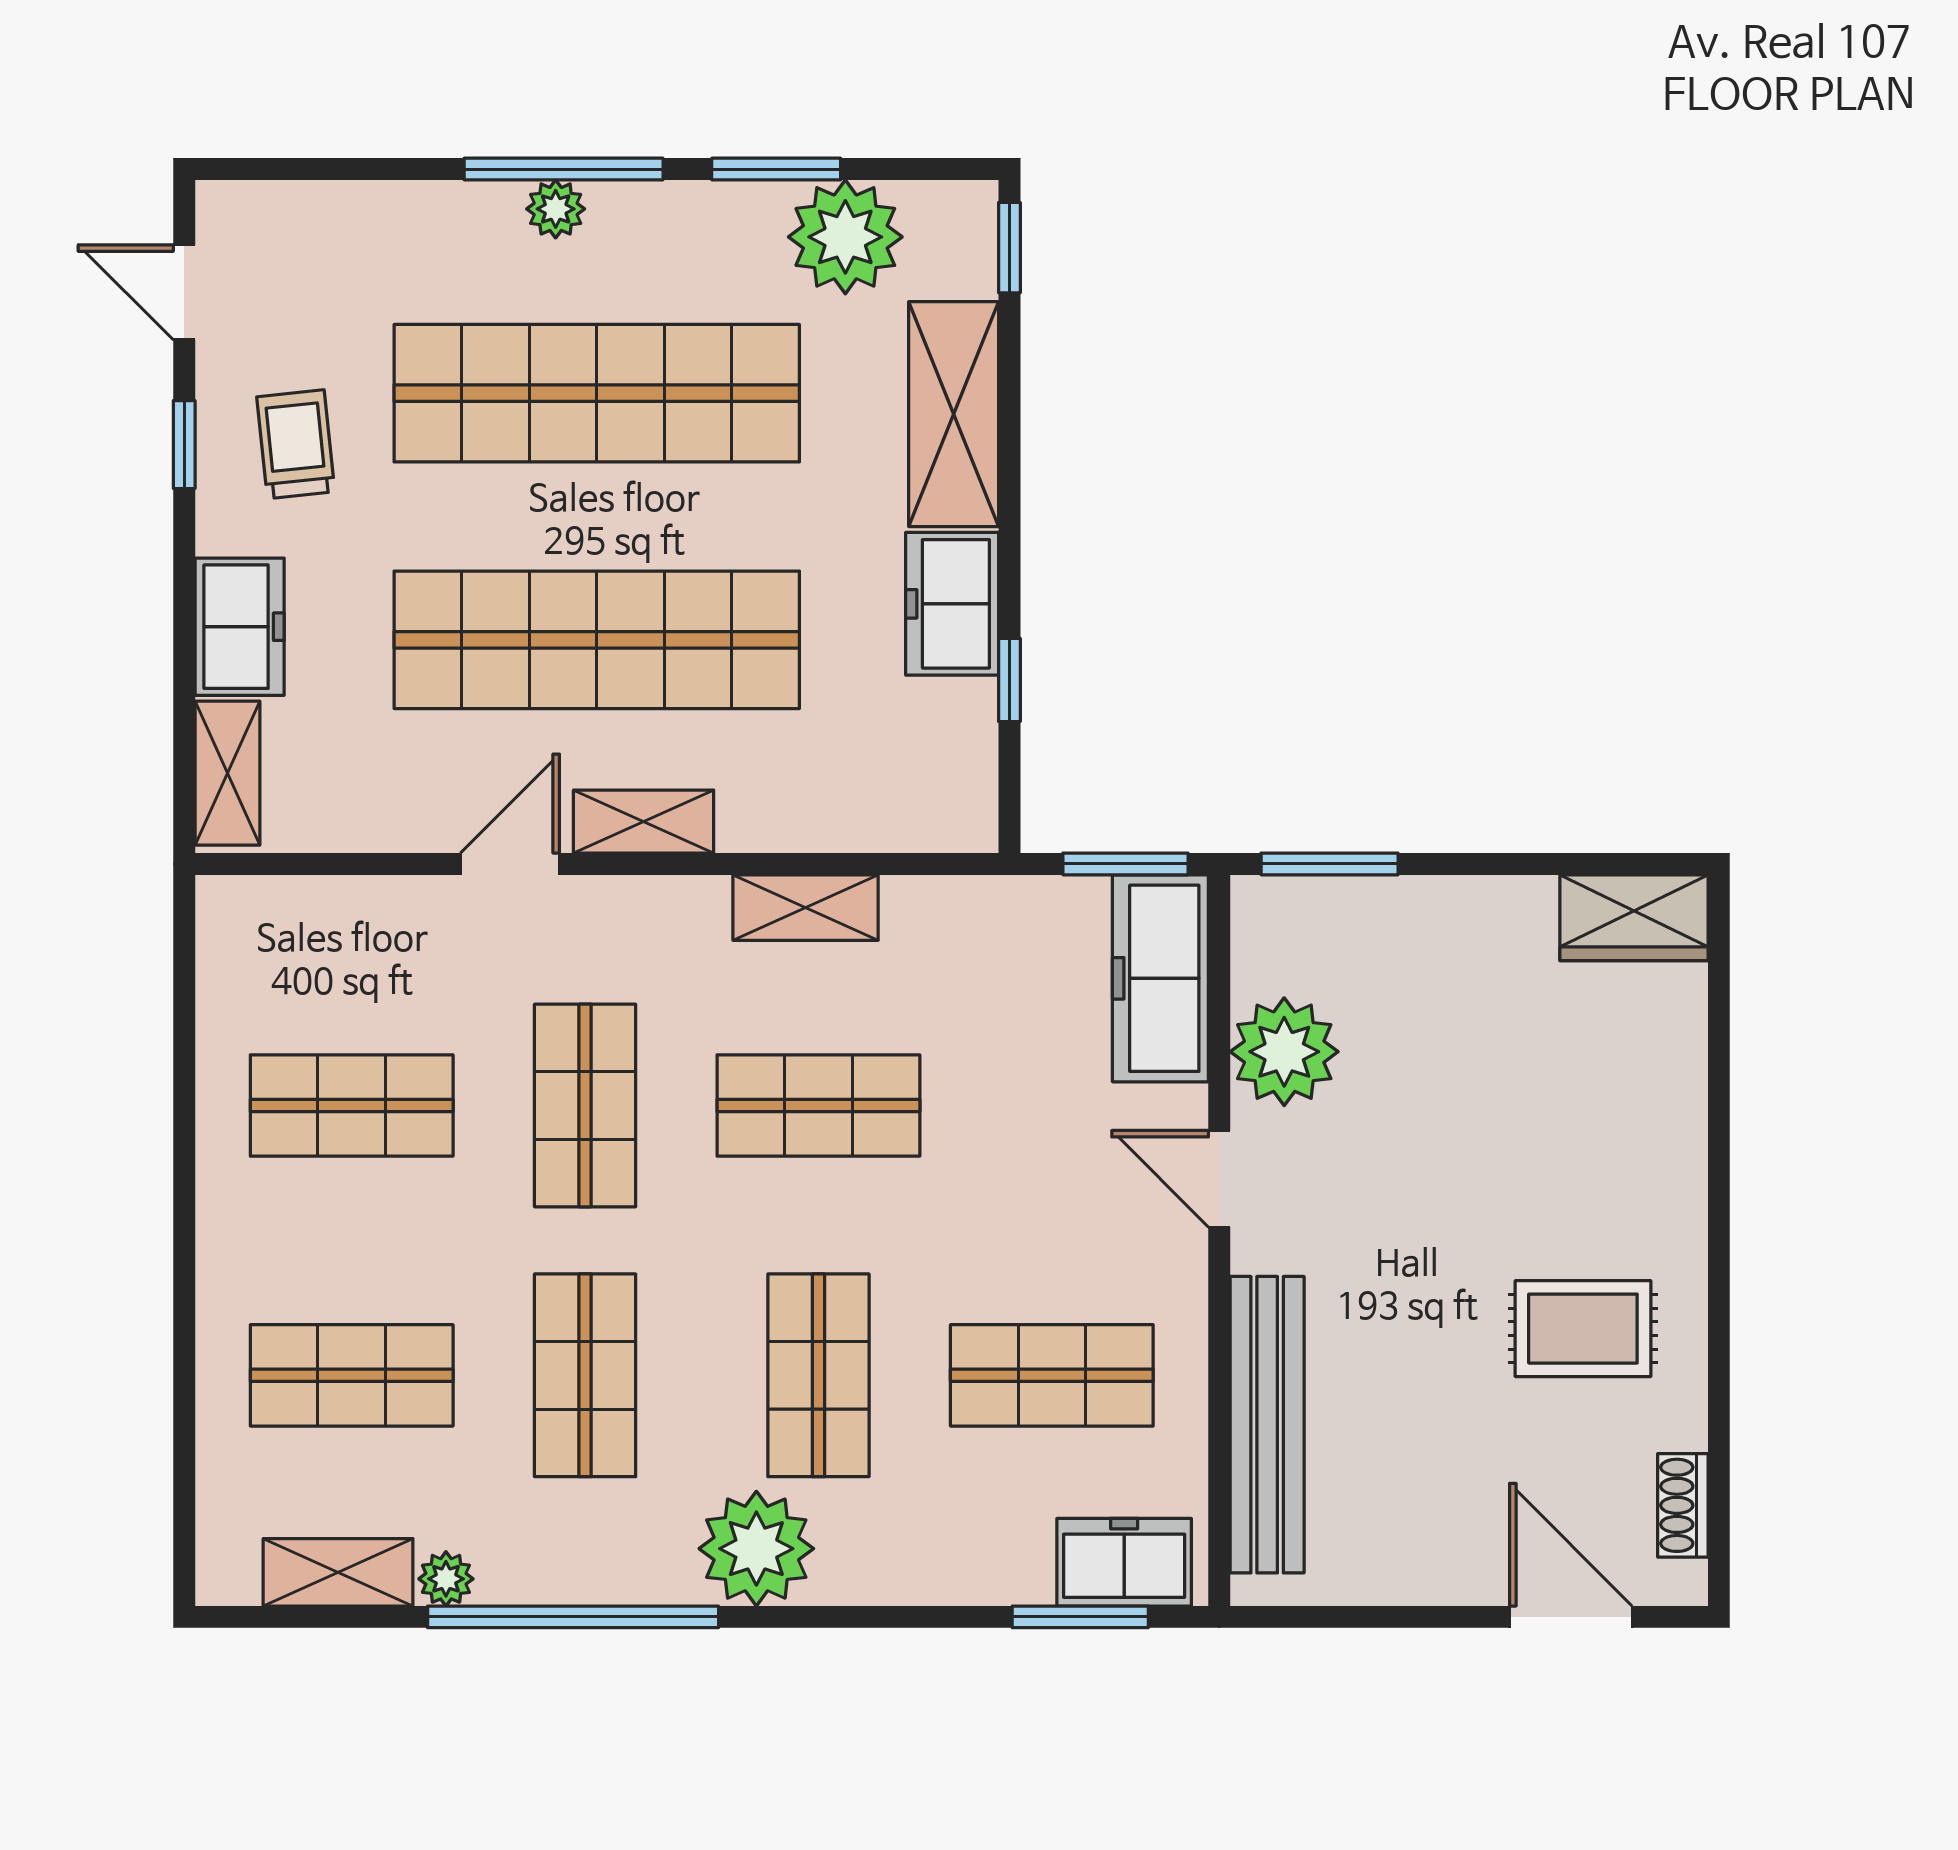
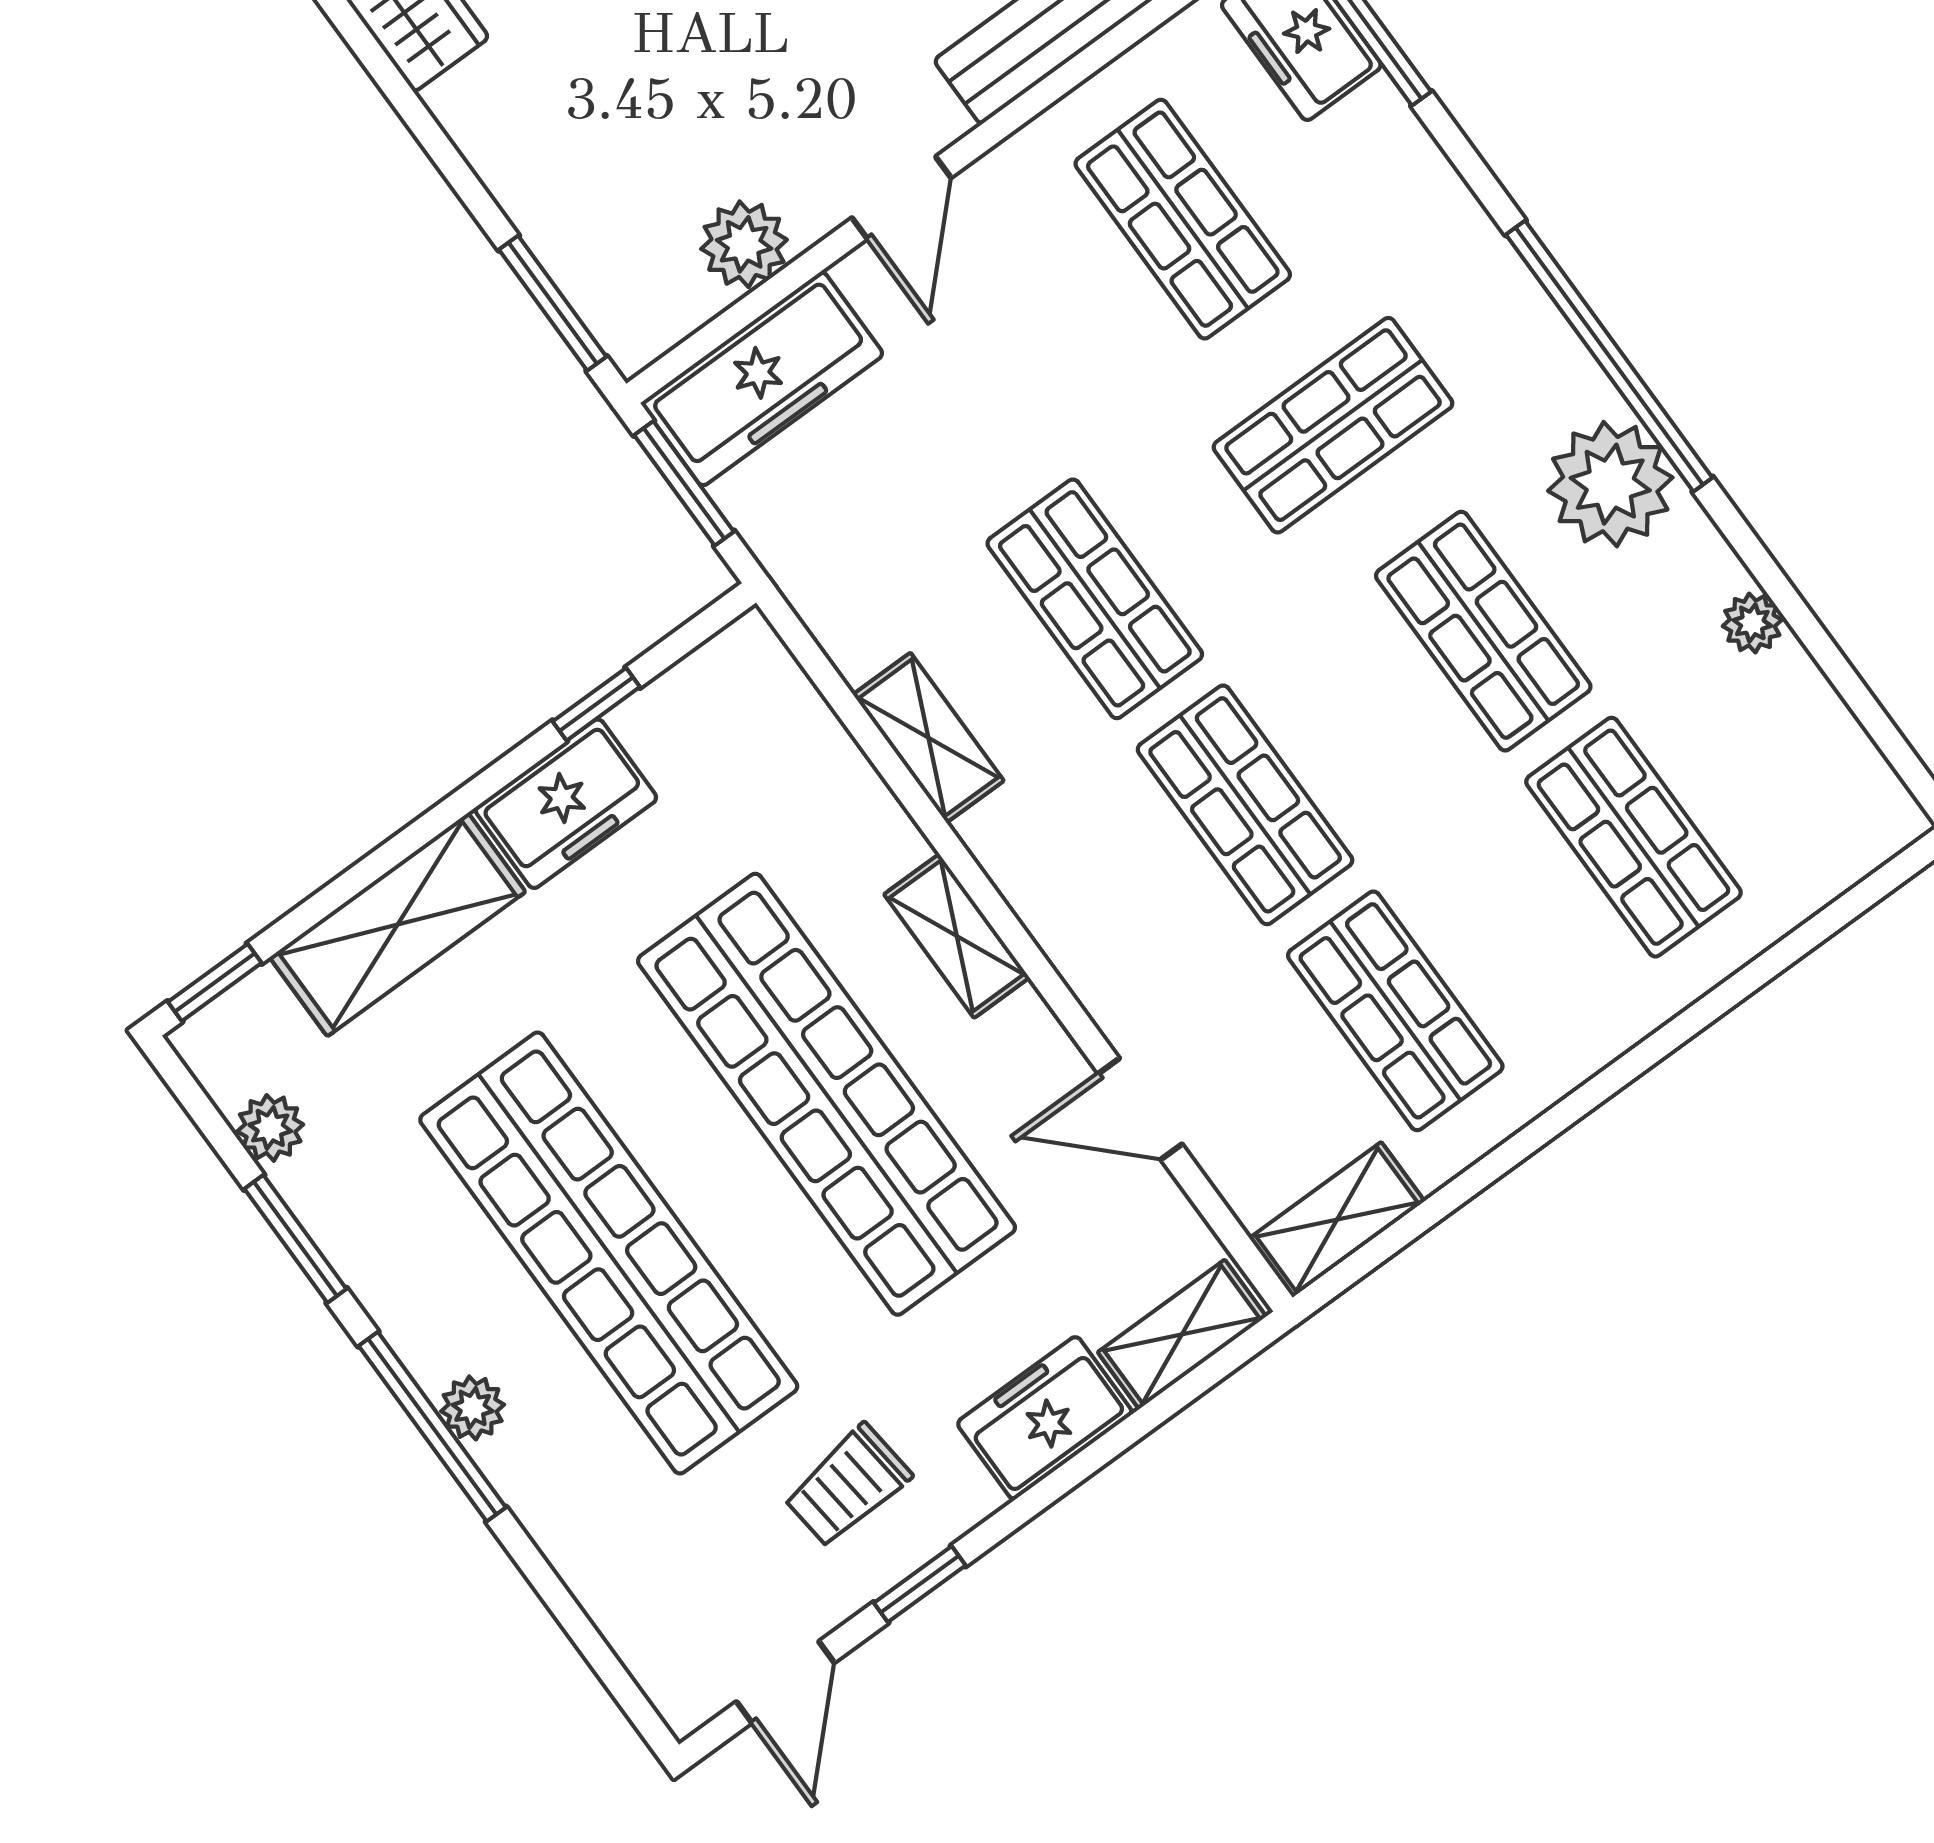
plant: (845, 237) -> (270, 1128), width x0.53, depth x0.53
door: (510, 864) -> (1140, 1109), moved
plant: (1284, 1052) -> (744, 244), width x0.73, depth x0.73
shop shelf: (585, 1106) -> (1245, 805), turned 90
shop shelf: (585, 1375) -> (1483, 631), turned 90
plant: (756, 1549) -> (1610, 484), moved
shelving: (338, 1572) -> (1337, 1220), moved, turned 90
window: (573, 1617) -> (1609, 356), moved

